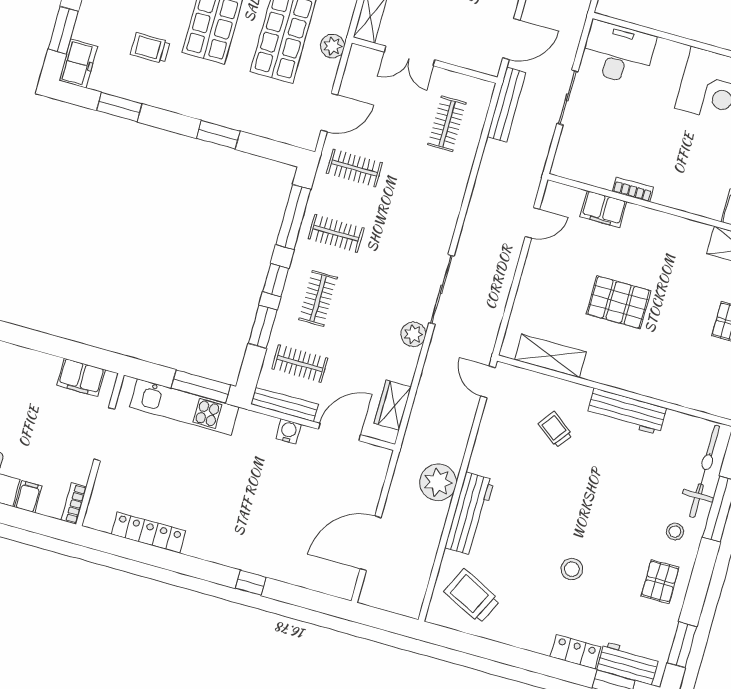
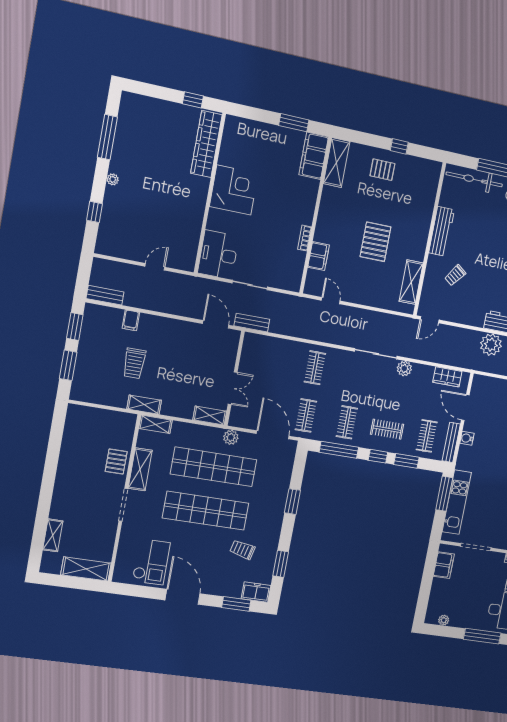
trolley: (150, 48) -> (242, 550), turned 103
bench: (507, 105) -> (252, 323), width x0.73
door: (329, 113) -> (273, 435), width x1.36
clothes rail: (447, 124) -> (315, 368), moved, turned 90

